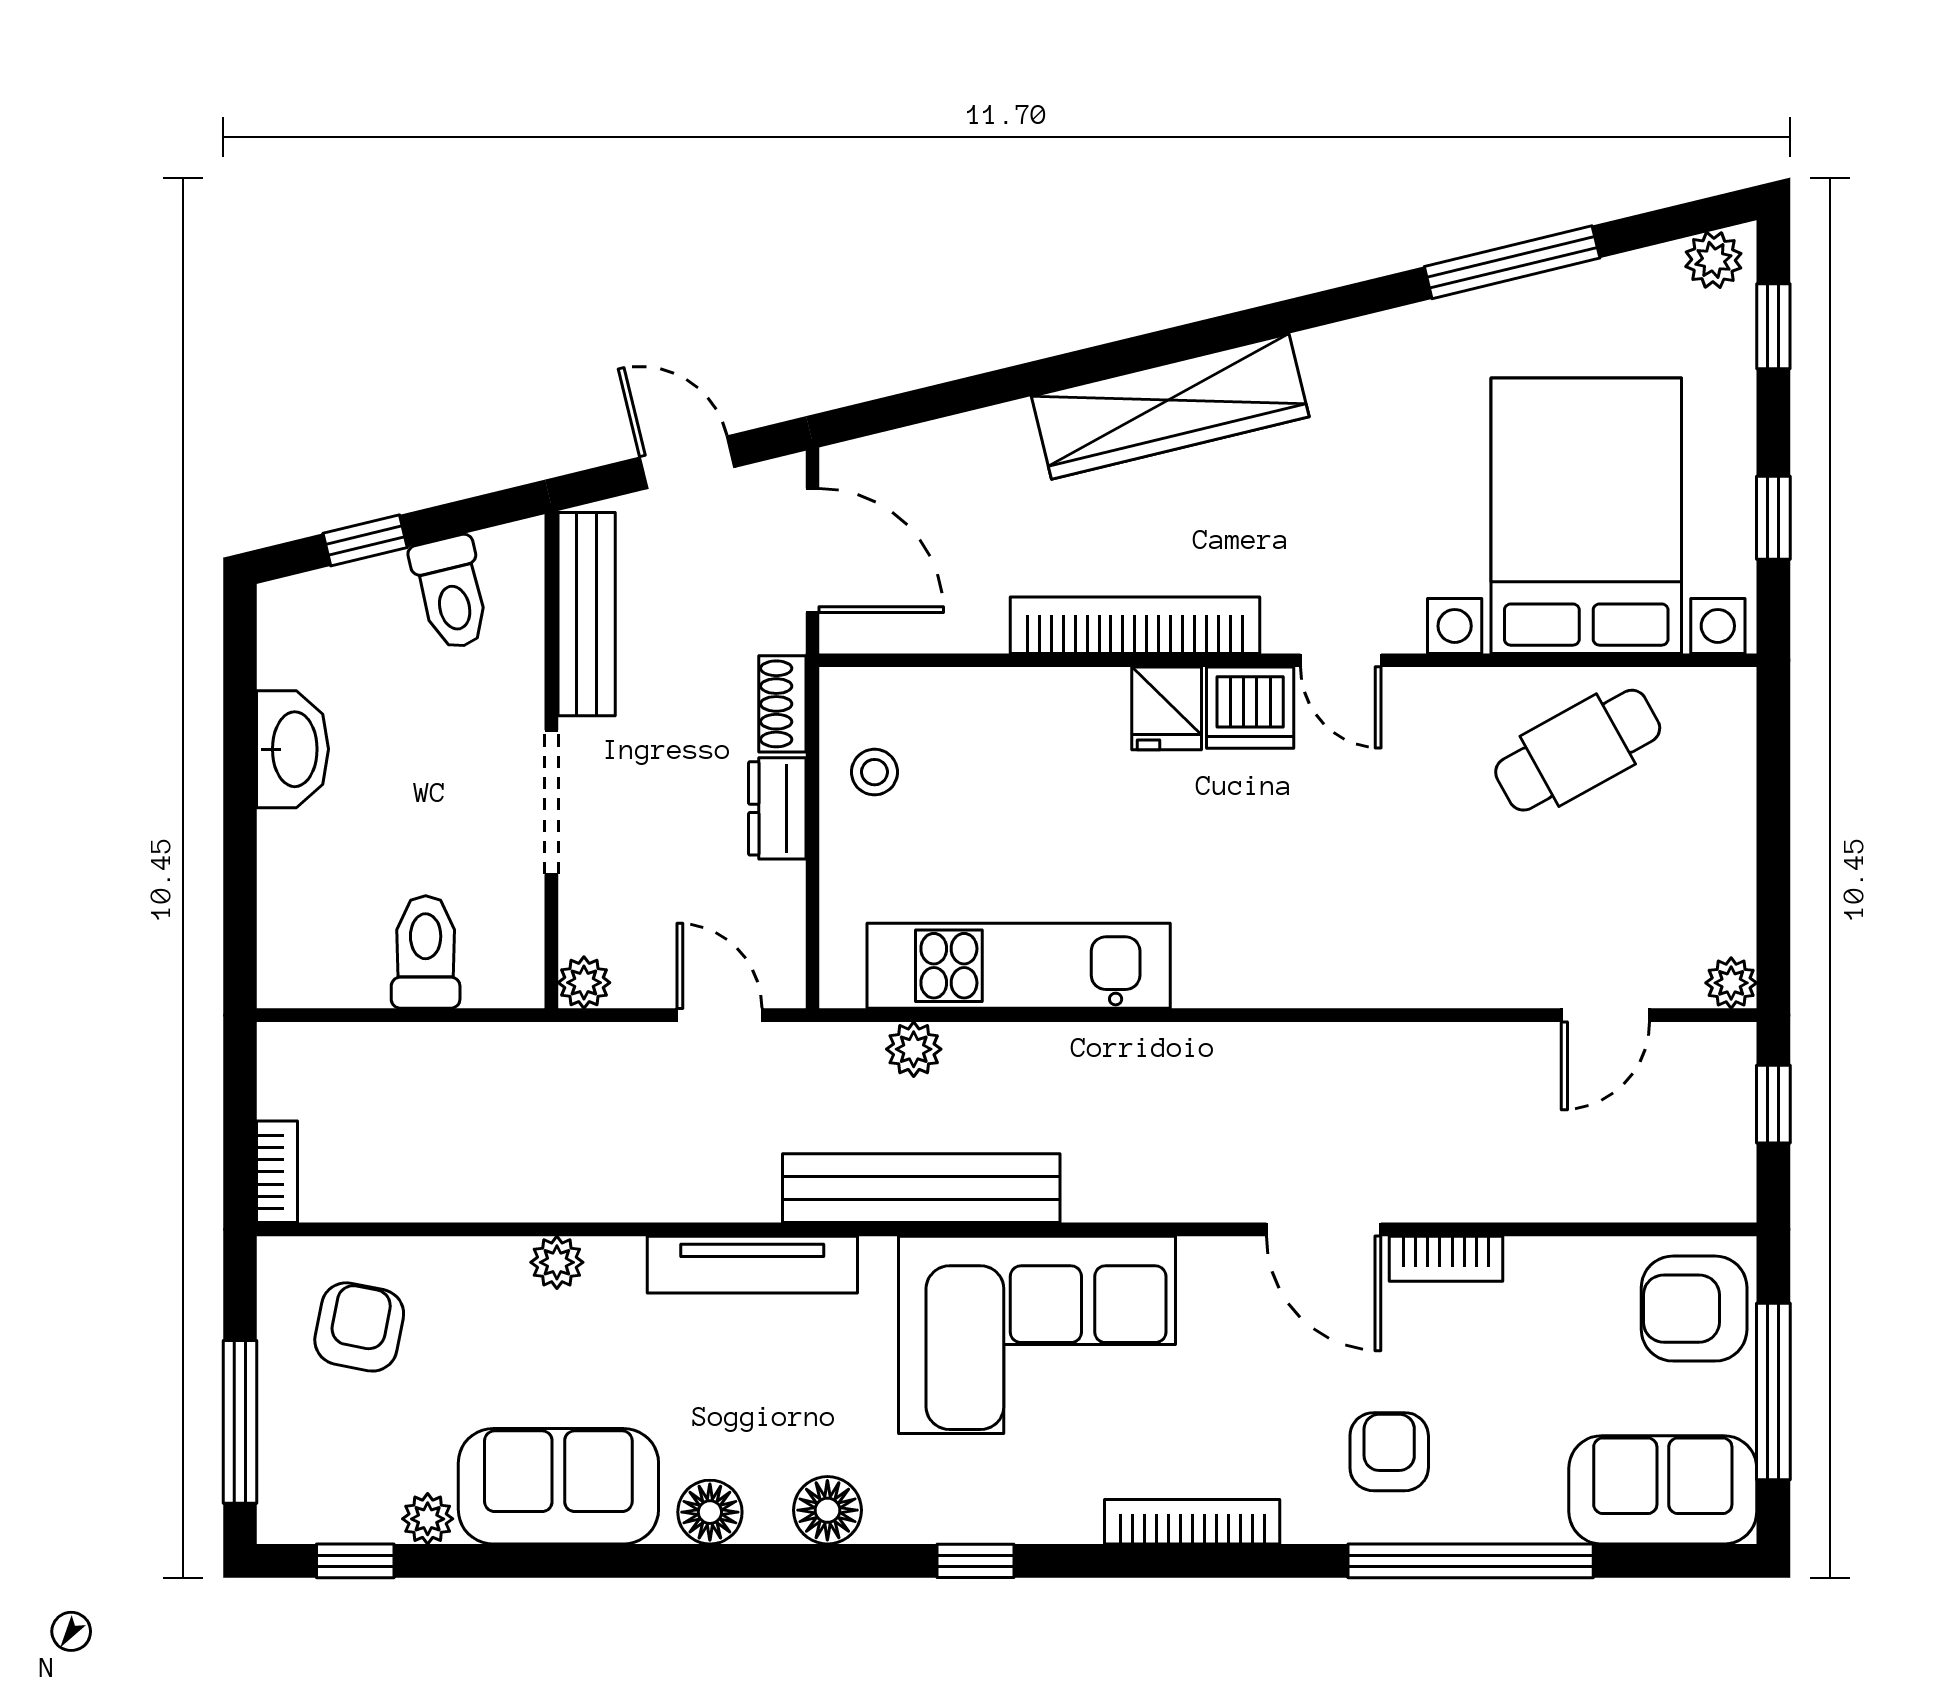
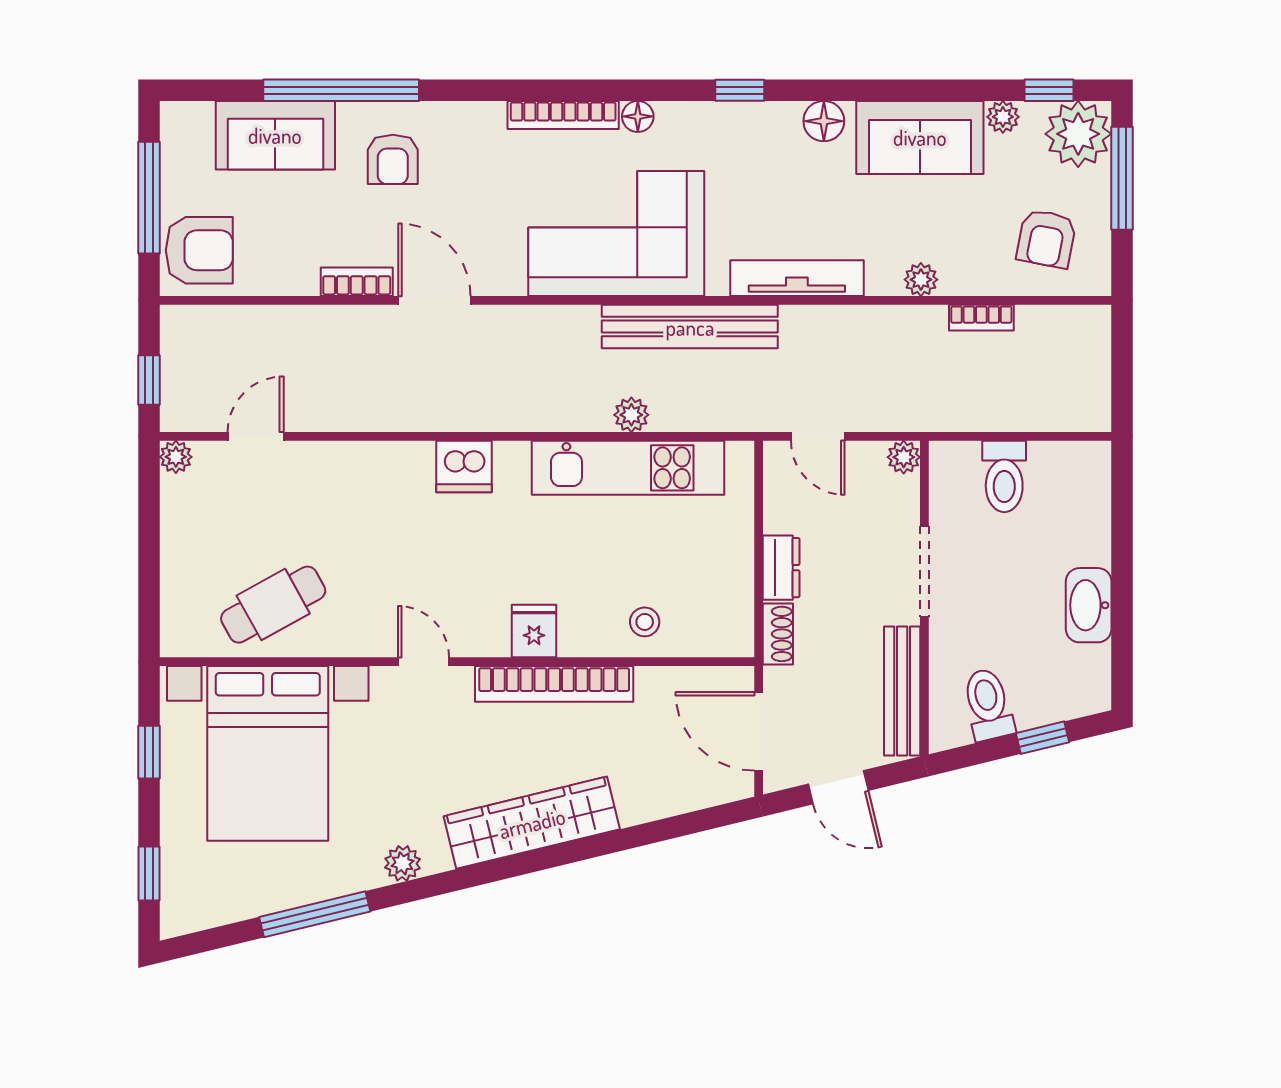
plant: (1713, 260) -> (403, 863), moved
dishwasher: (1250, 708) -> (464, 467), moved, turned 180
stool: (874, 772) -> (645, 622), moved
plant: (914, 1049) -> (631, 415), moved
bookcase: (277, 1172) -> (981, 318), moved, turned -90
sofa: (1663, 1490) -> (275, 135), moved
plant: (309, 1492) -> (1078, 134), added
floor lamp: (827, 1510) -> (638, 116), moved, width x0.73, depth x0.73
bookcase: (1192, 1522) -> (563, 115), moved
window: (976, 1561) -> (740, 90), moved

